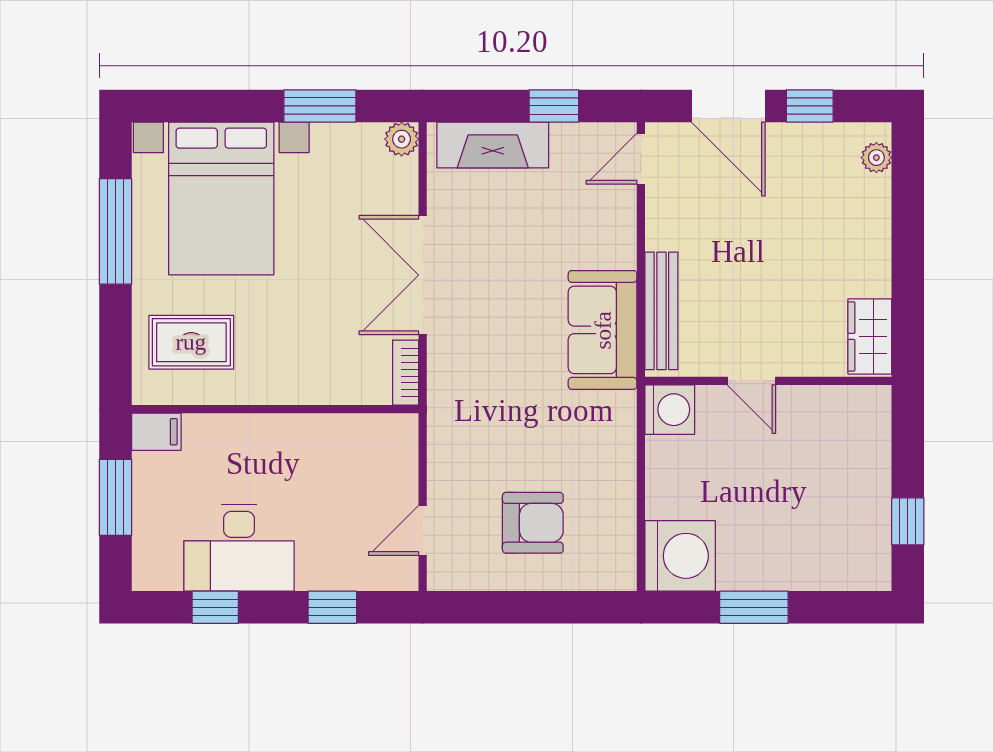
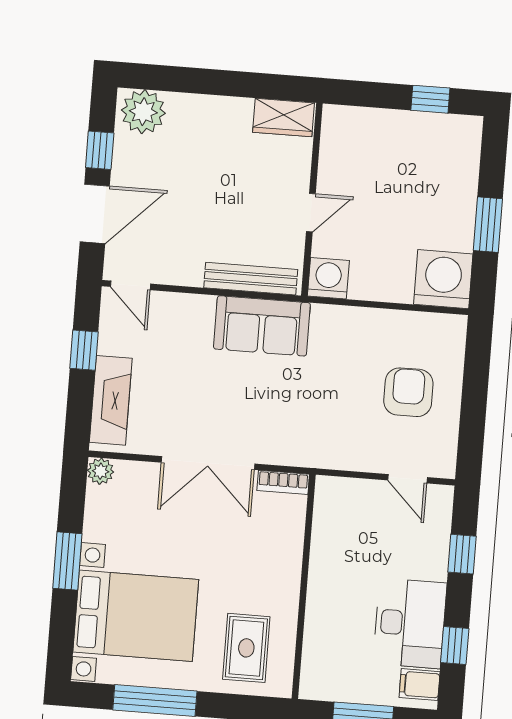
window: (320, 106) -> (67, 561), moved
plant: (876, 158) -> (143, 112), width x1.88, depth x1.88
filing cabinet: (156, 432) -> (420, 685), moved, turned -90

